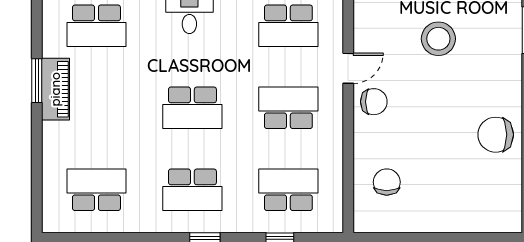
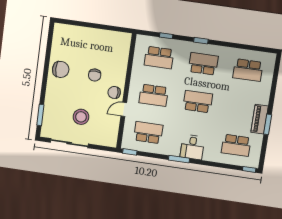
school desk: (96, 26) -> (236, 145), turned 180
chair: (387, 182) -> (95, 75), moved

